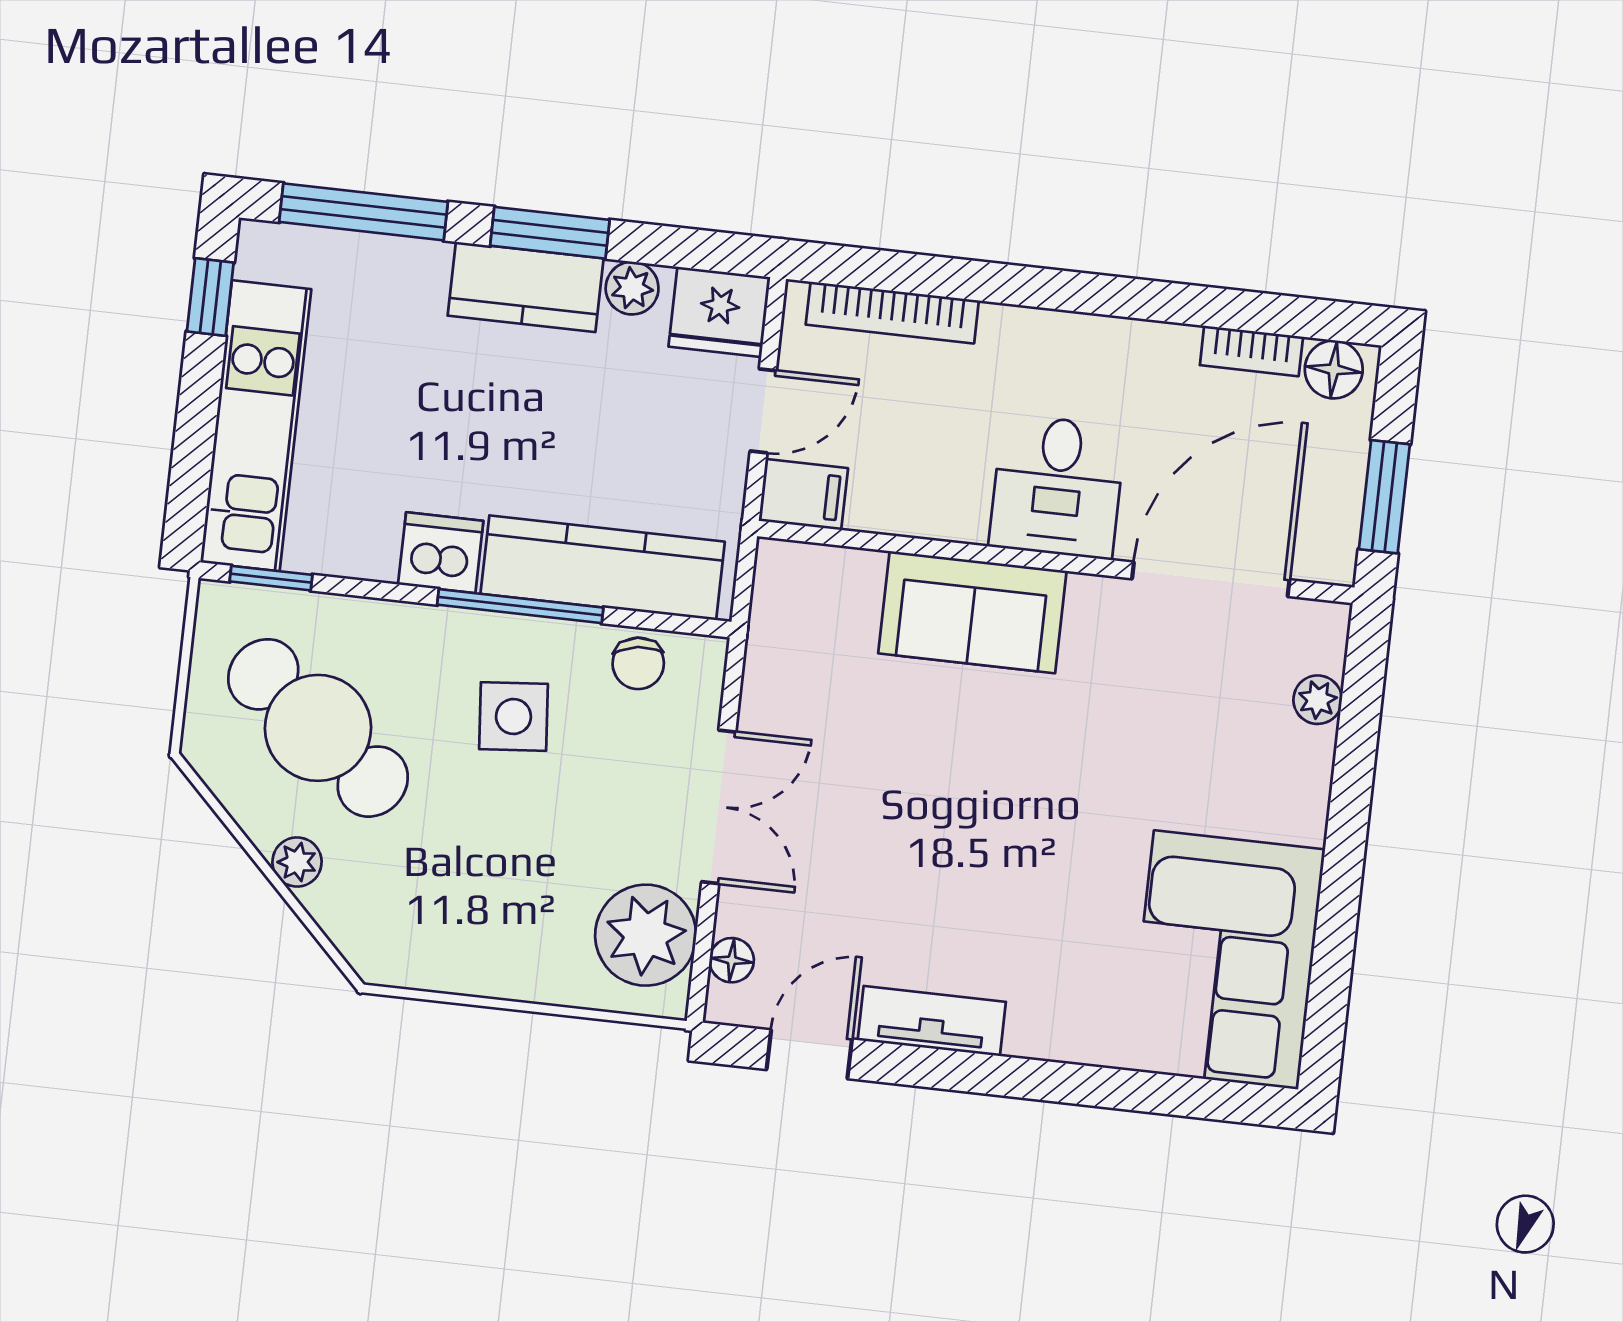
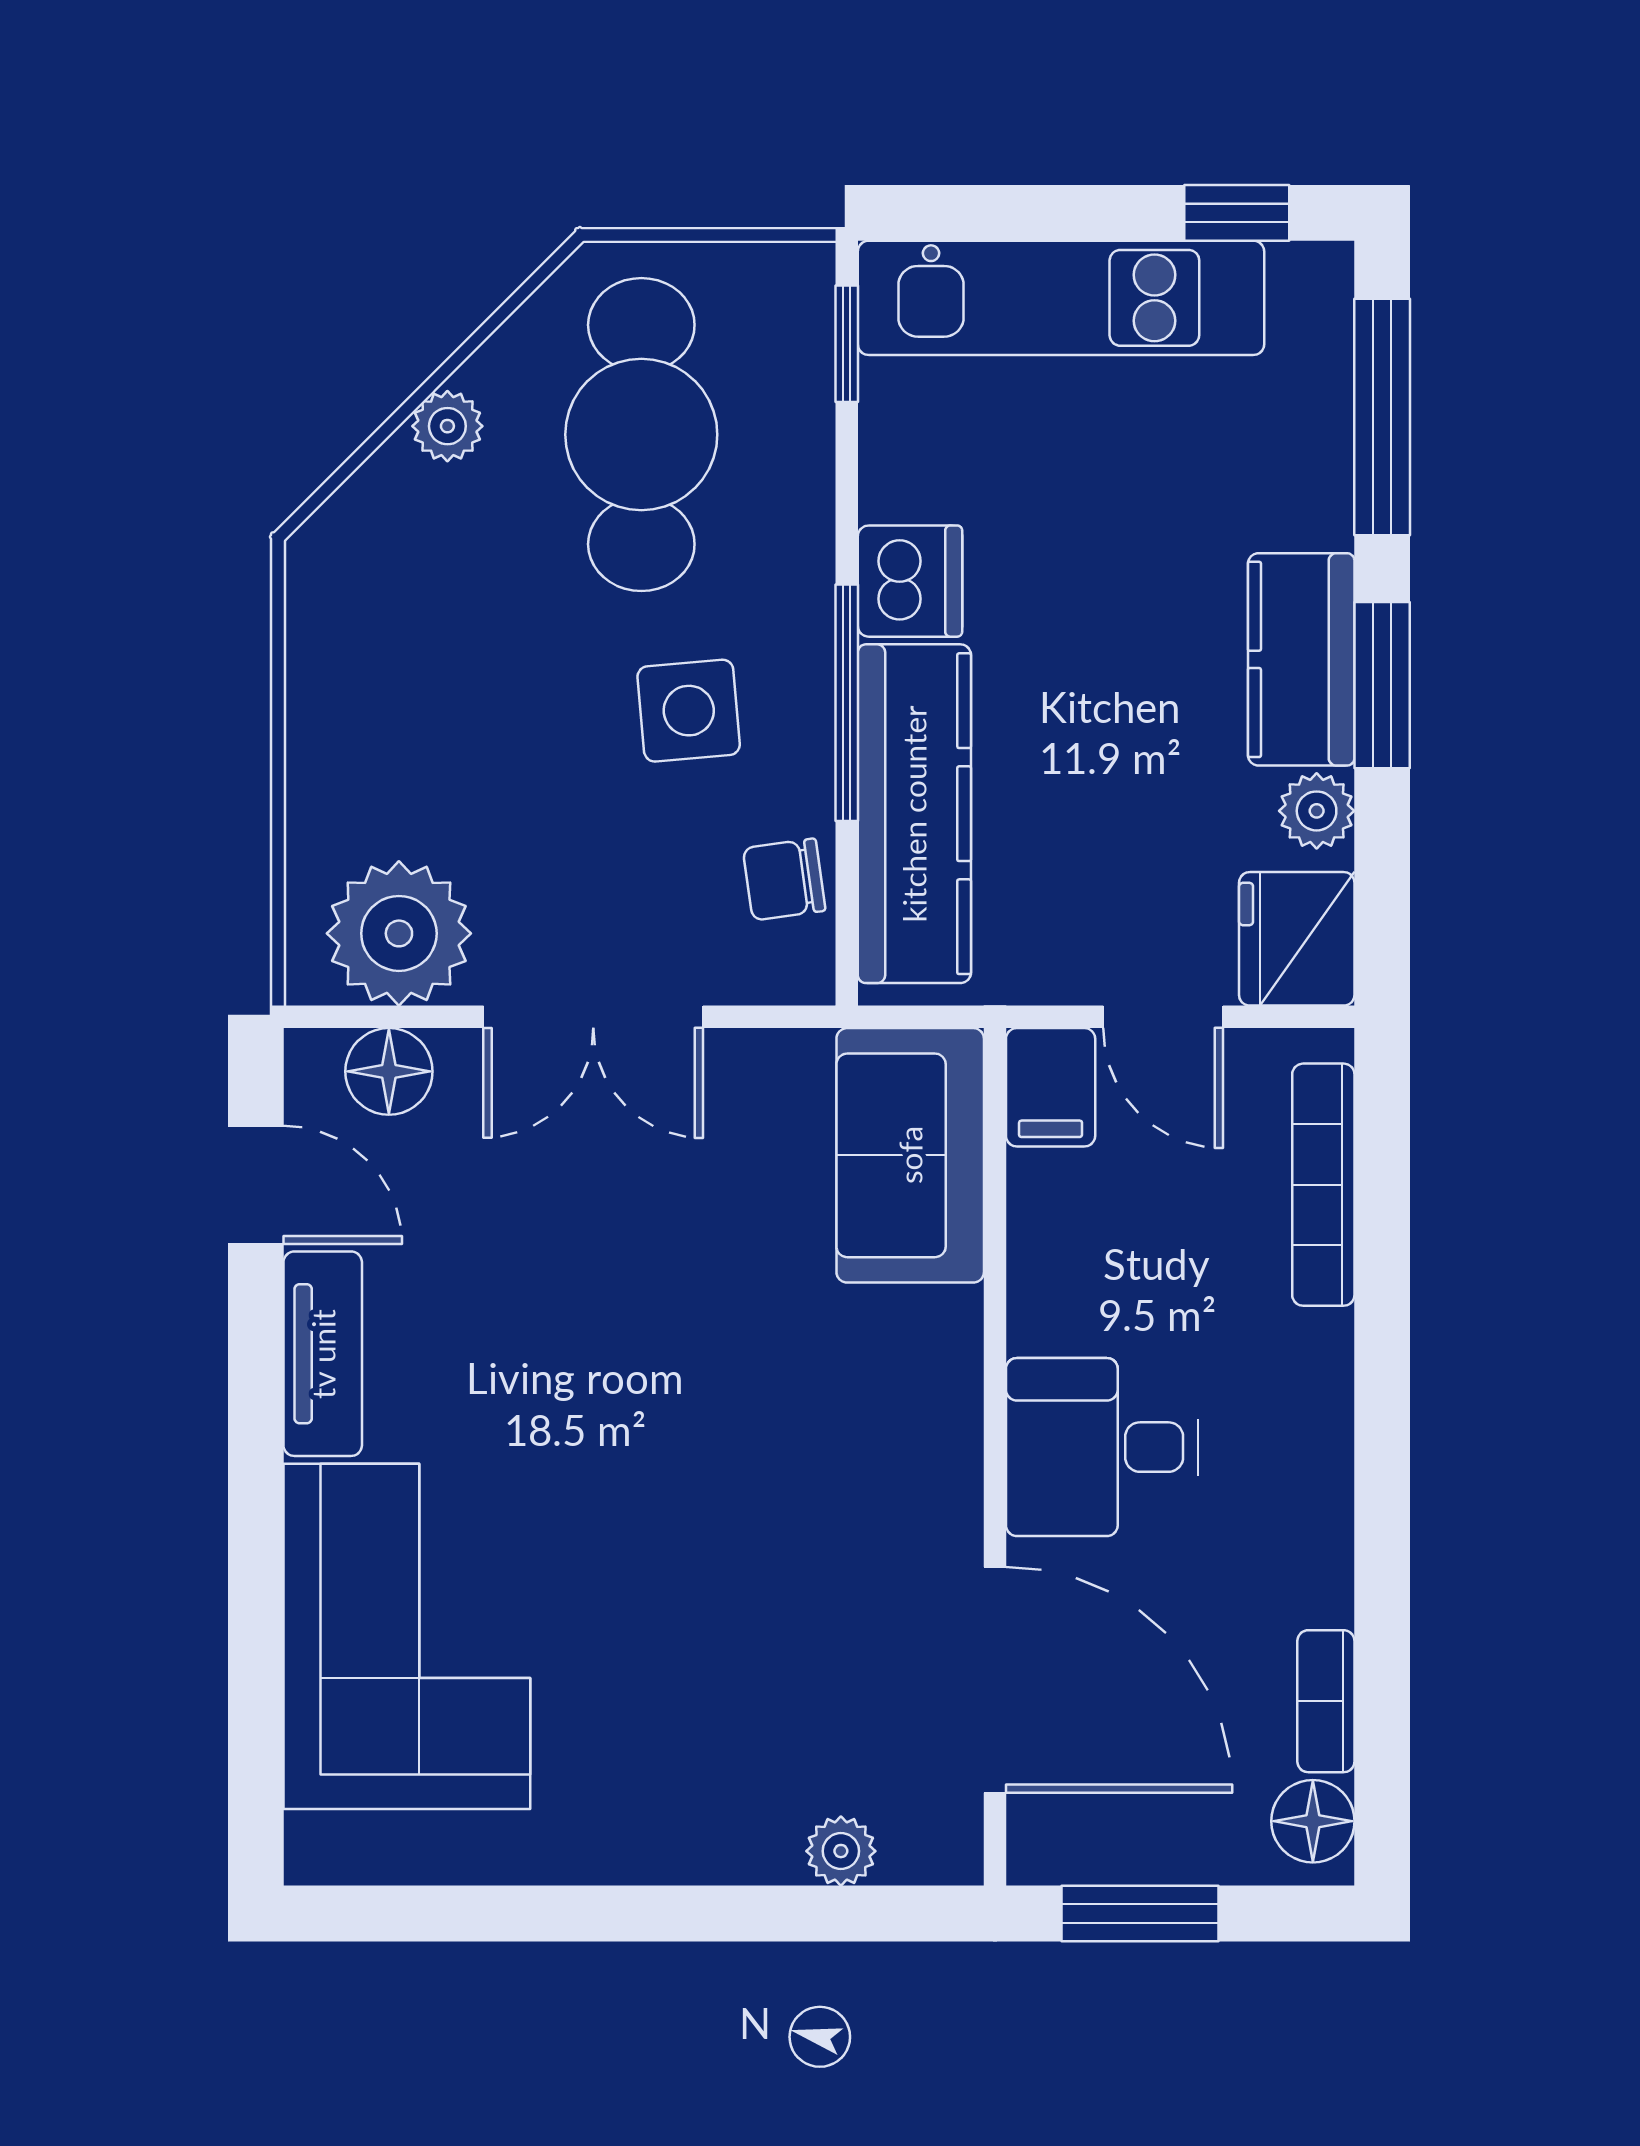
sofa: (972, 612) -> (910, 1155), moved
cafe table: (318, 728) -> (641, 435), turned -38
floor lamp: (732, 960) -> (389, 1071), width x1.37, depth x1.37
corner sofa: (1226, 960) -> (407, 1636), moved, turned 90

